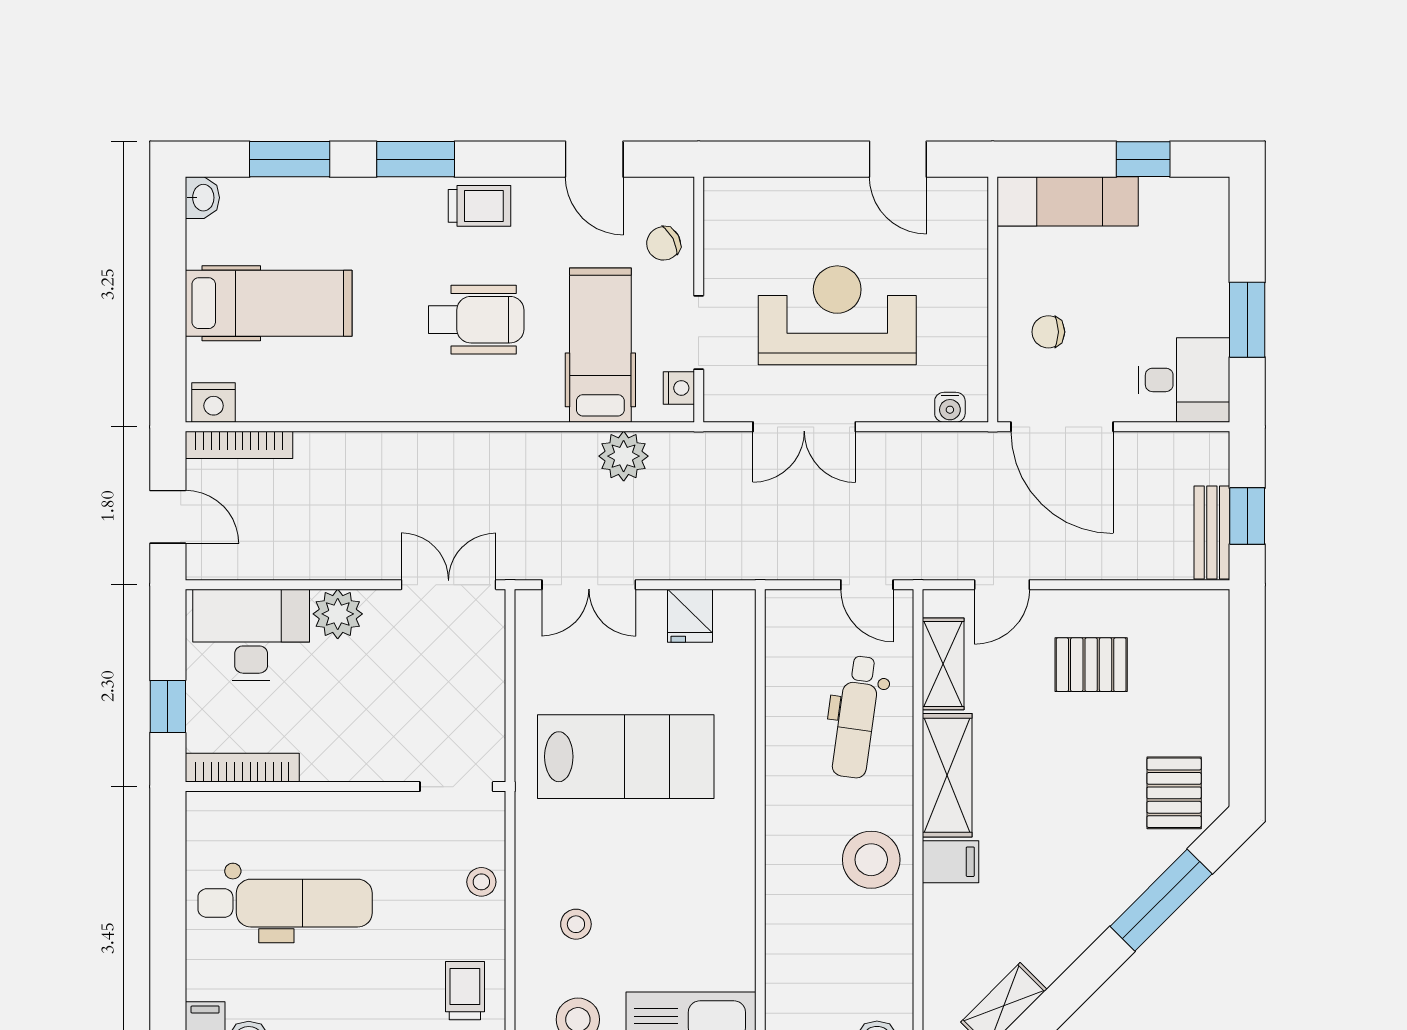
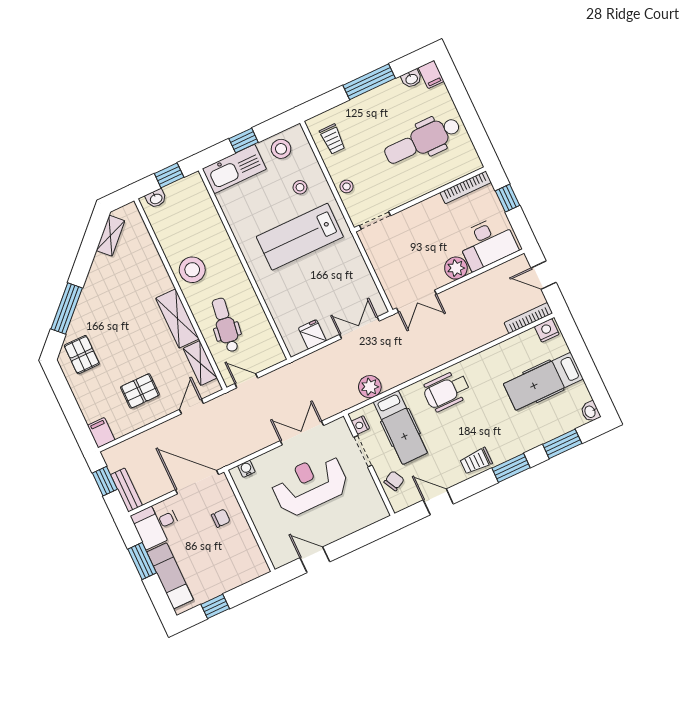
exam couch: (1068, 201) -> (170, 576), moved, turned 90
reception desk: (837, 315) -> (310, 485), turned 180
wheelchair: (476, 320) -> (447, 391), moved
bench: (1212, 532) -> (126, 490), moved
lab bench: (626, 757) -> (300, 237), moved
filing cabinet: (951, 862) -> (101, 433), moved, turned 90

